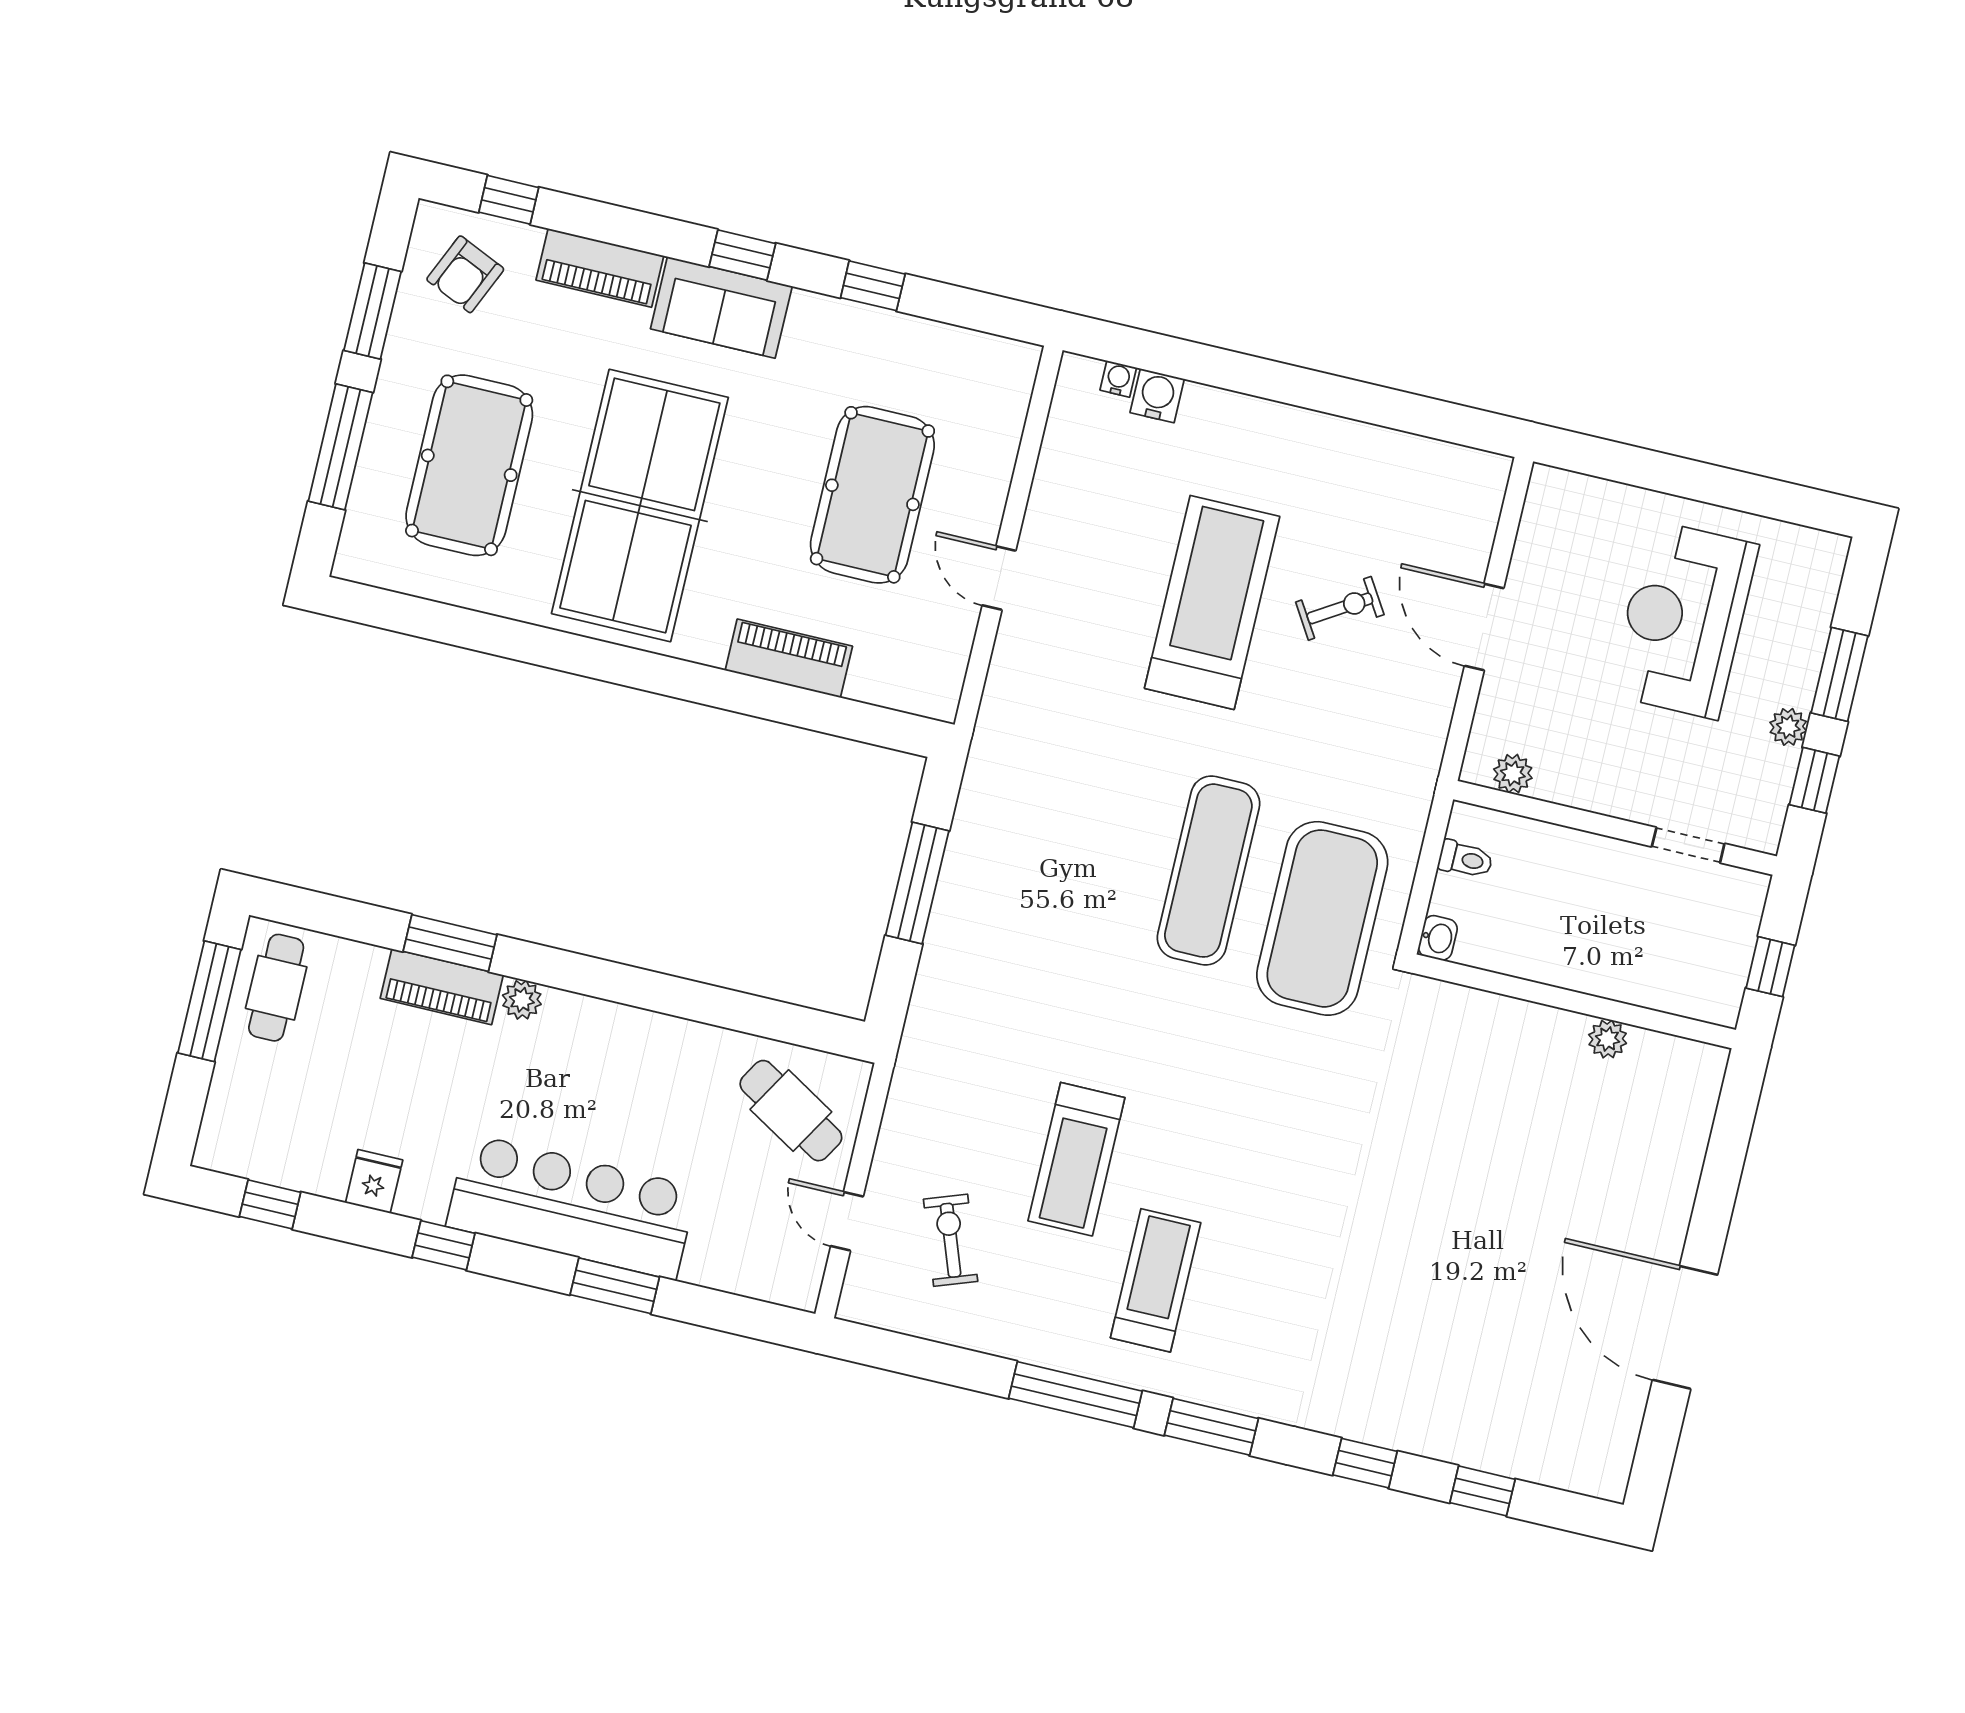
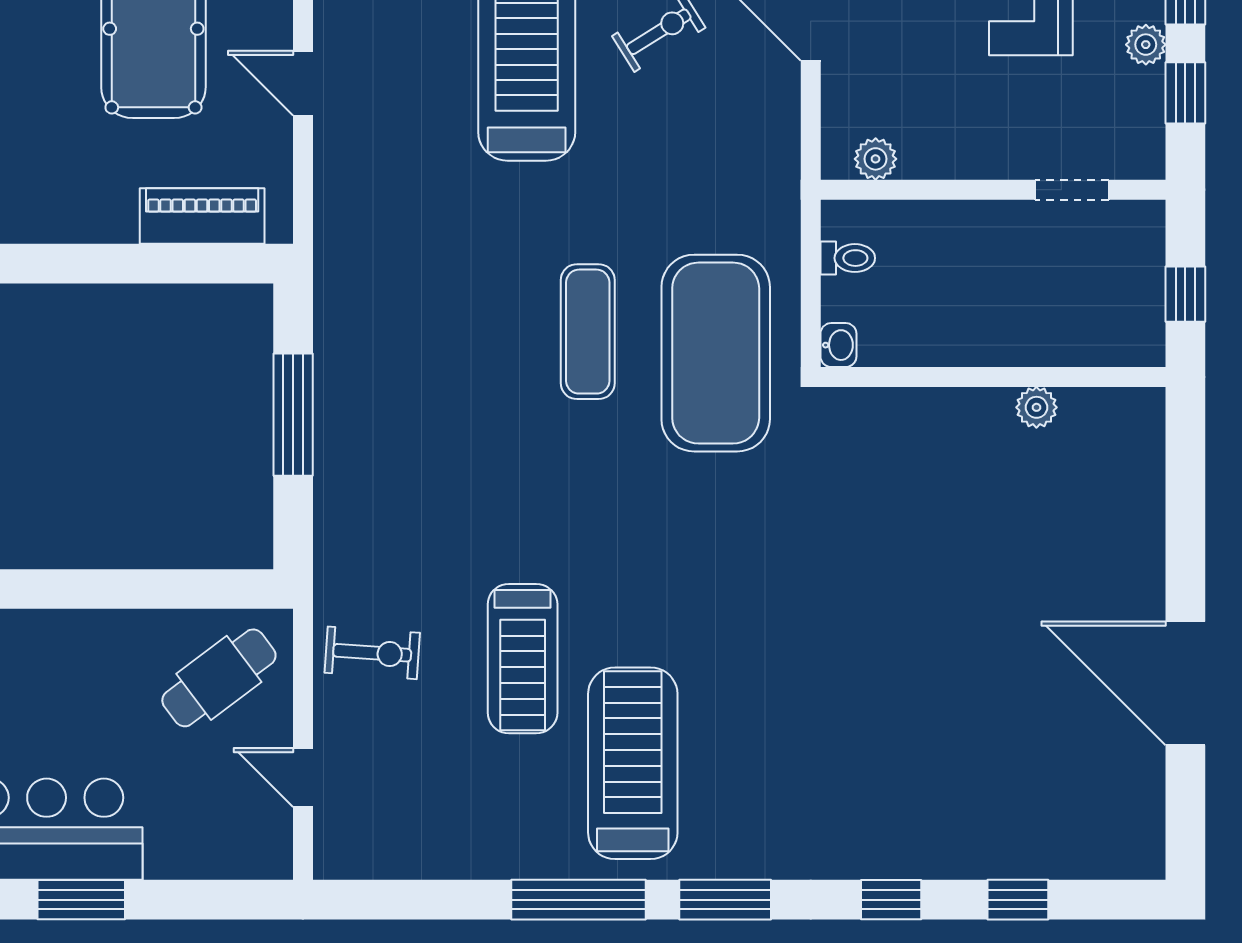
piano: (789, 658) -> (202, 216), moved
exercise mat: (1208, 871) -> (588, 332), width x0.73, depth x0.69
cafe table: (791, 1111) -> (219, 678), turned -68
exercise bike: (951, 1240) -> (372, 653), moved, turned 114
treadmill: (1156, 1280) -> (633, 763), width x1.37, depth x1.38

